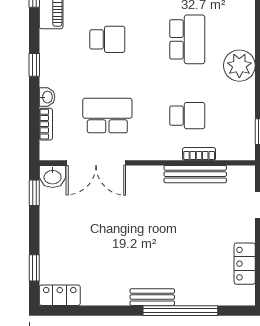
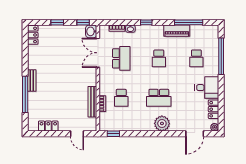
plant: (239, 66) -> (162, 123), moved
window: (34, 268) -> (57, 22), moved

